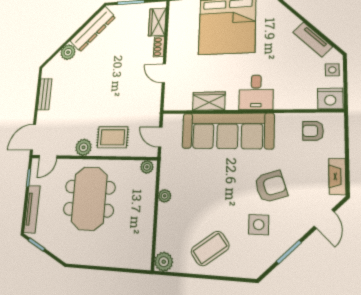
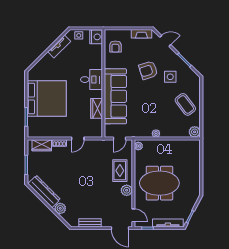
armchair: (271, 186) -> (148, 70), turned -90

